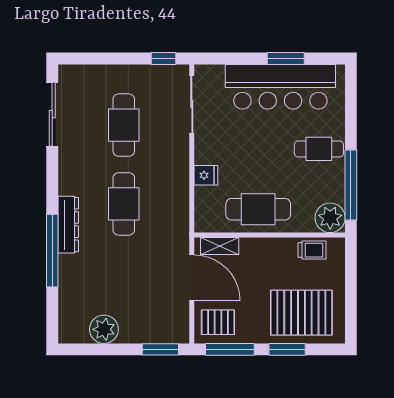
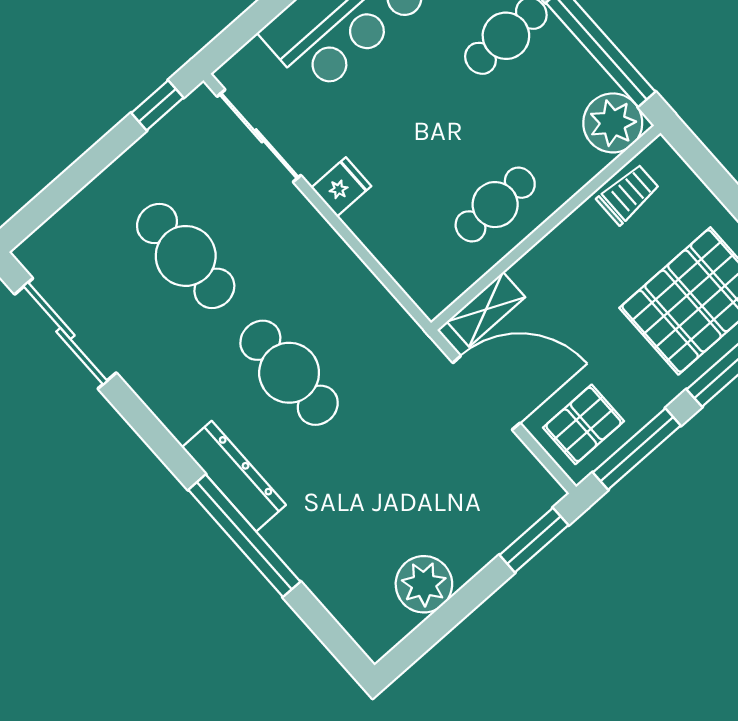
fridge: (206, 175) -> (341, 187), moved
cafe table: (258, 209) -> (495, 205), width x0.73, depth x0.74

